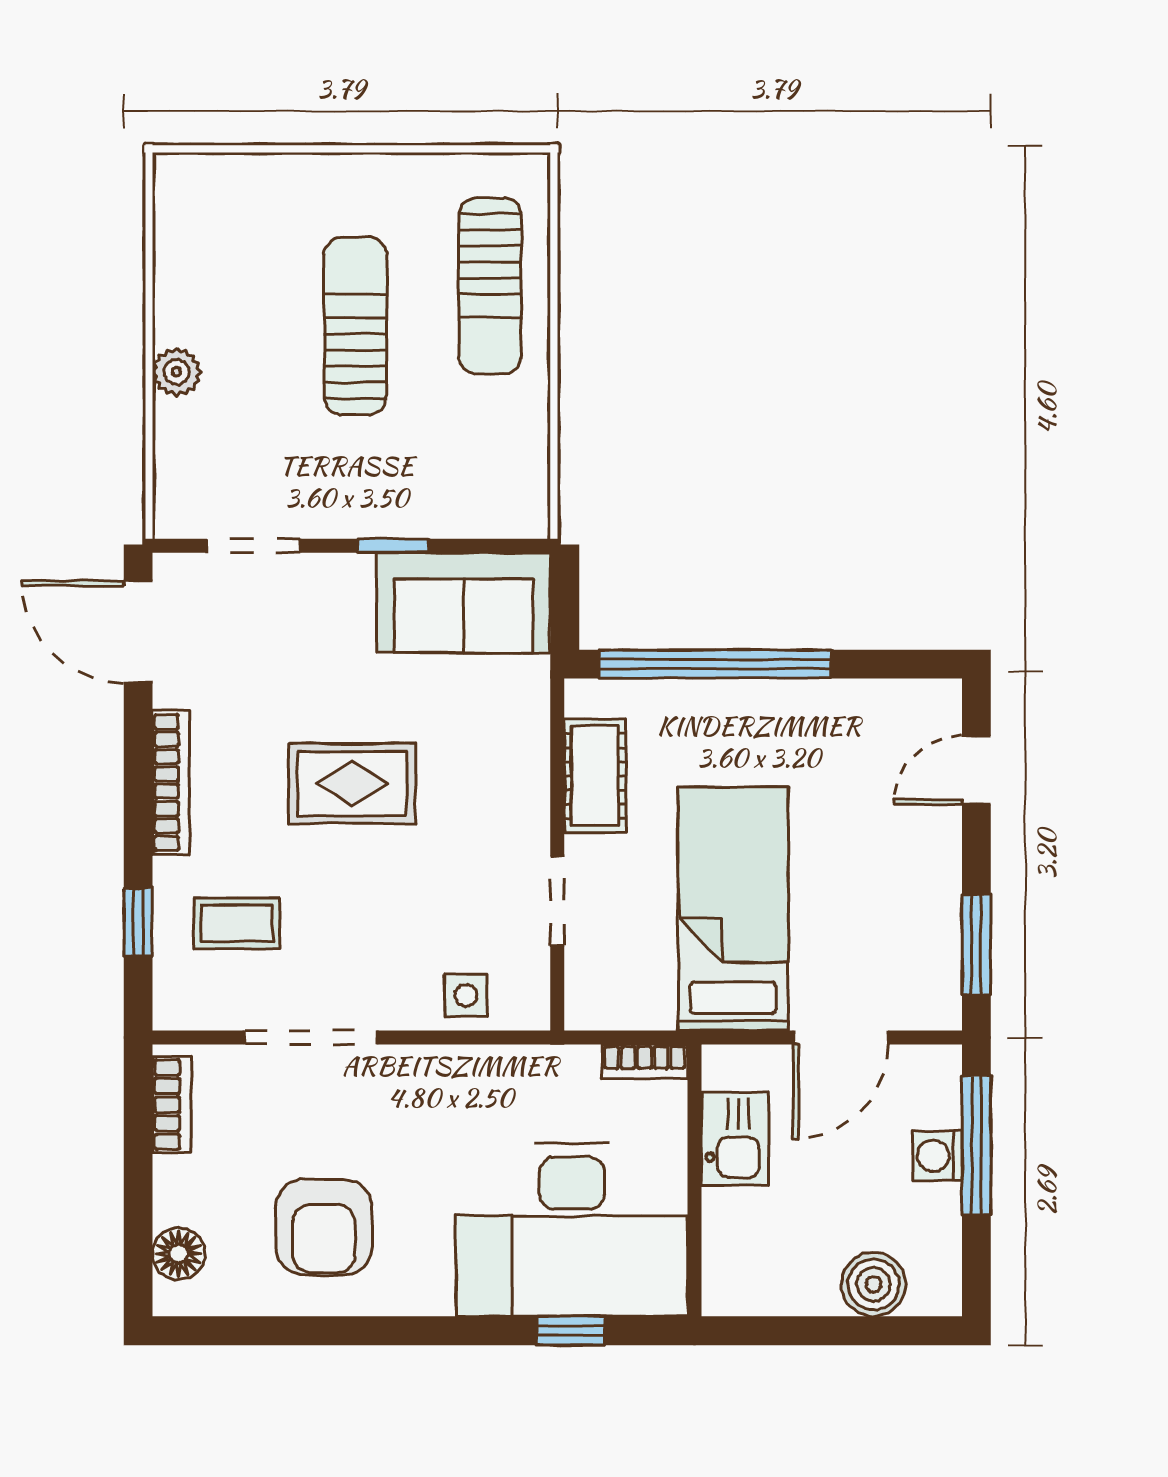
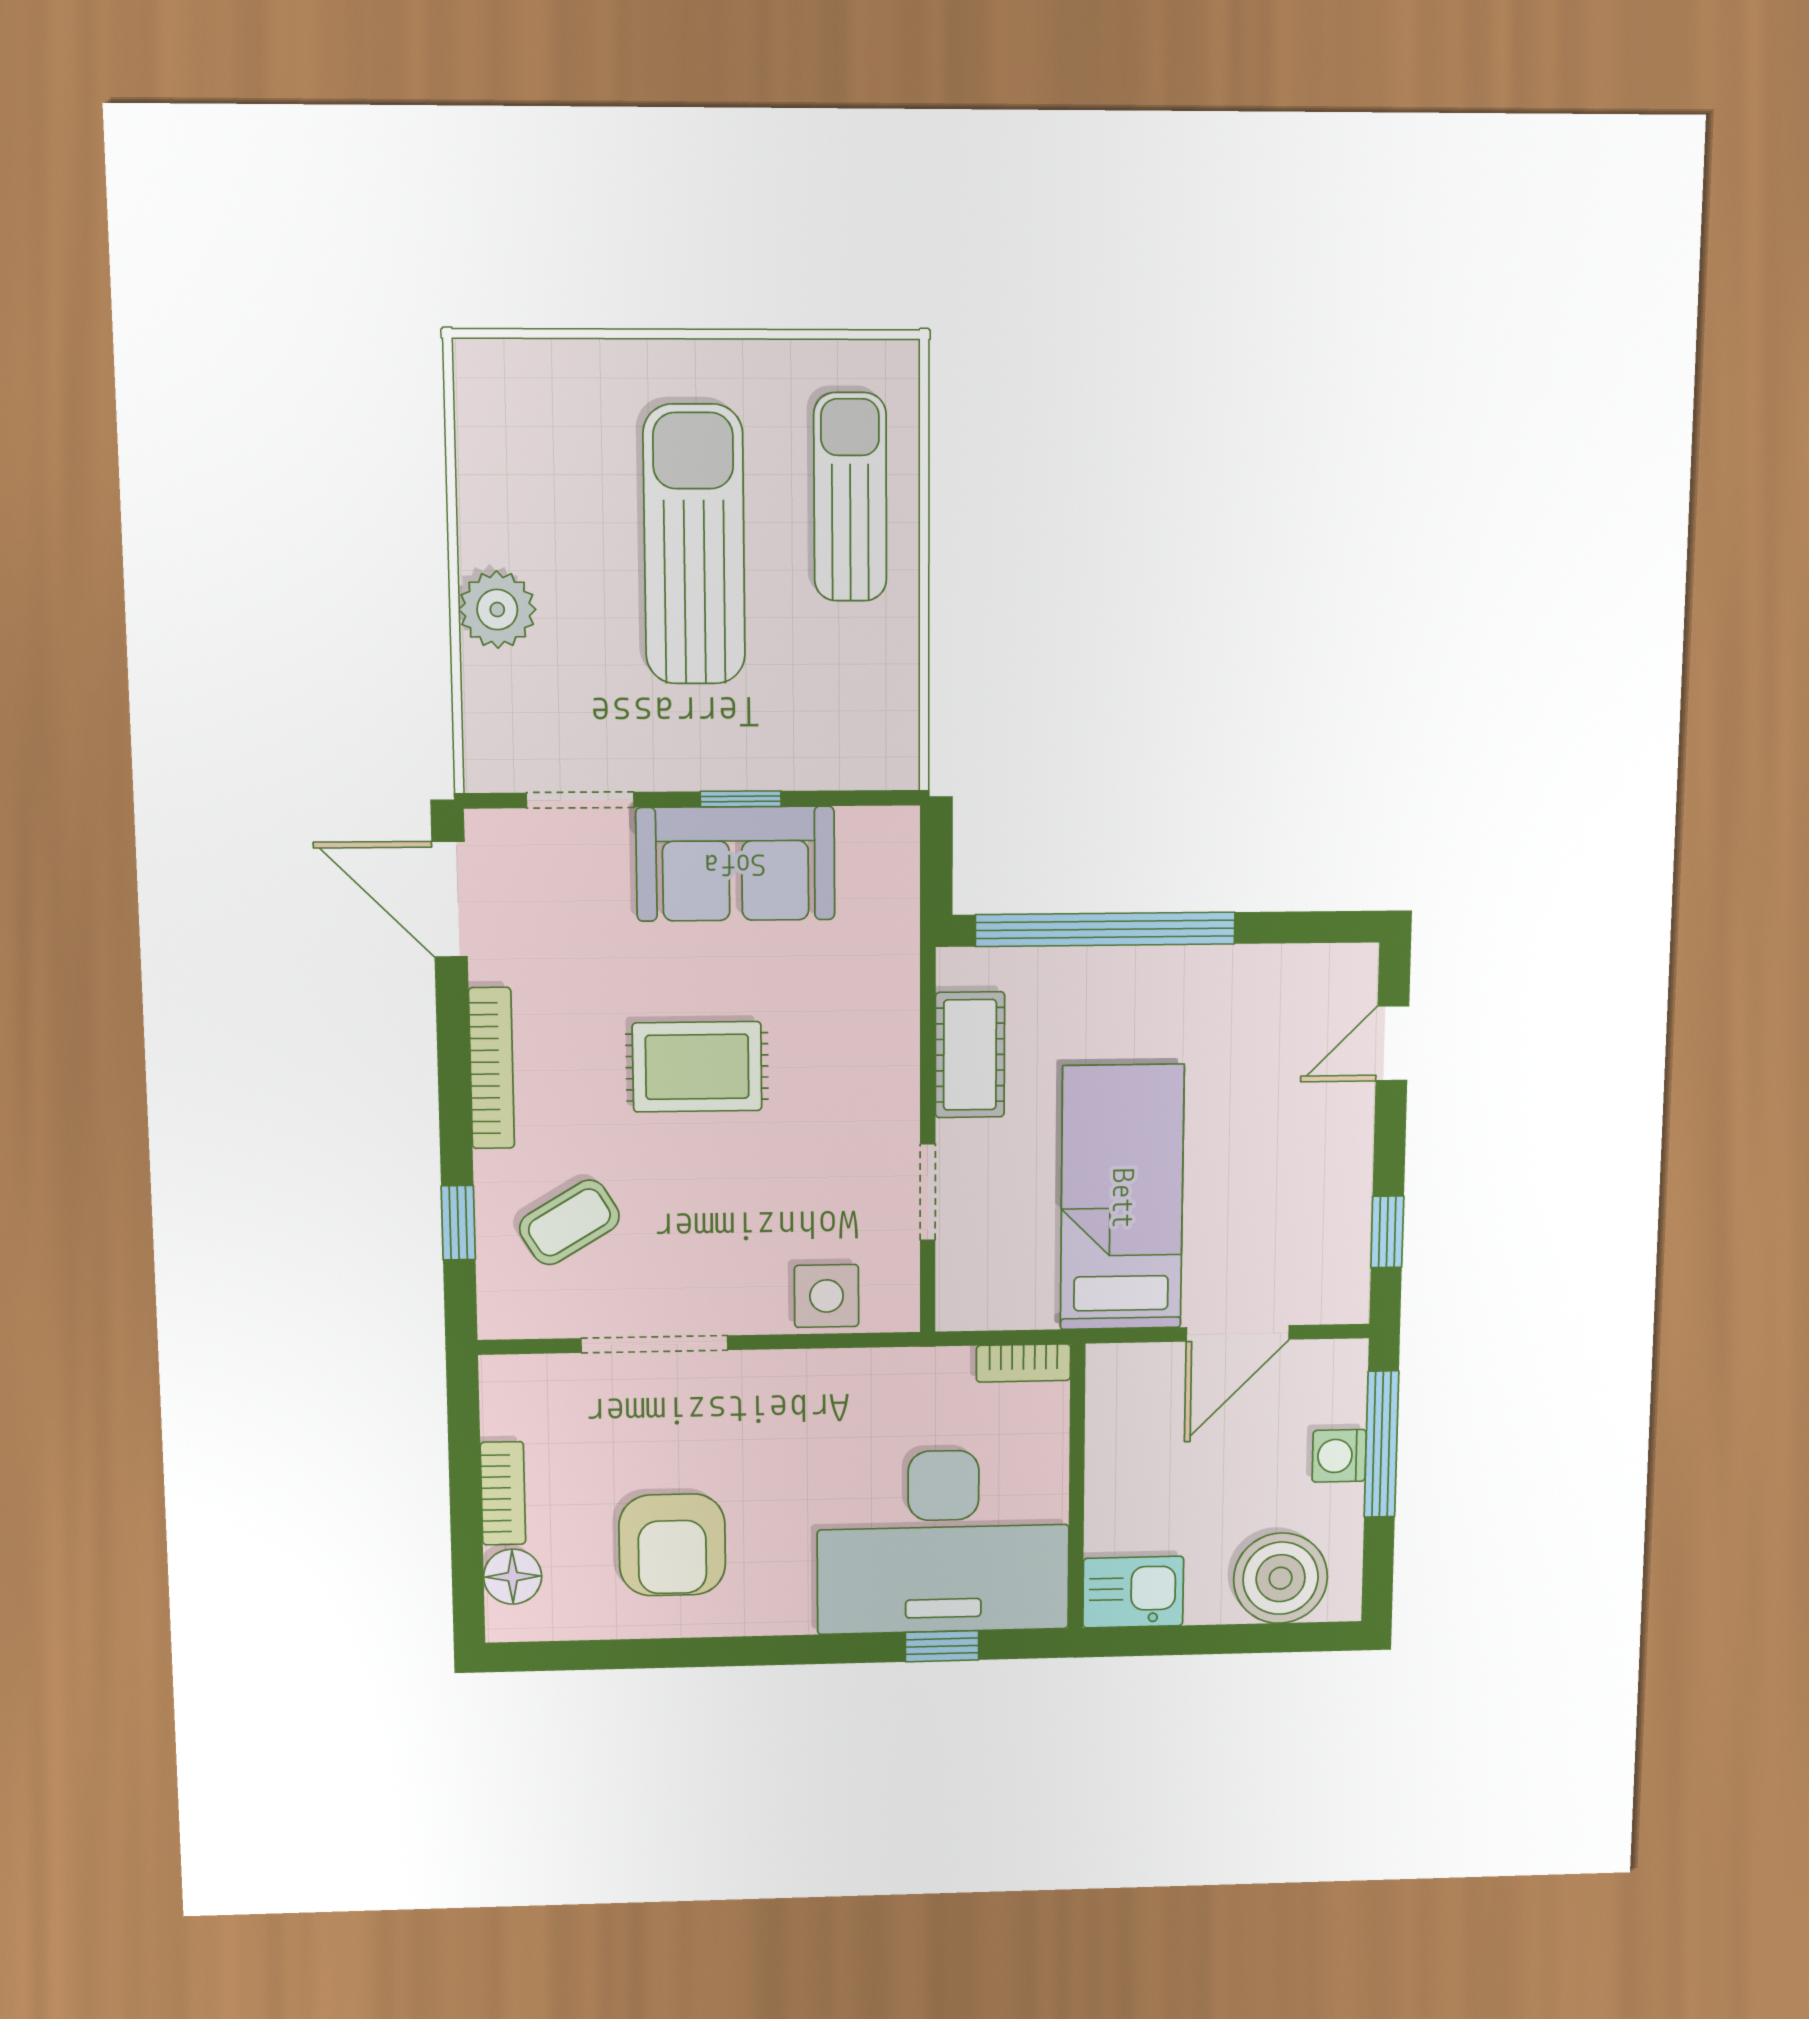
sun lounger: (490, 286) -> (850, 497), turned 180
sun lounger: (355, 326) -> (694, 545), width x1.36, depth x1.34
plant: (177, 372) -> (497, 610), width x1.38, depth x1.38
sofa: (464, 603) -> (736, 864), moved
coffee table: (237, 923) -> (569, 1222), turned -31
window: (976, 944) -> (1387, 1232), width x0.67
side table: (466, 995) -> (827, 1296), width x1.37, depth x1.37
bookcase: (172, 1105) -> (503, 1493), moved
kitchen sink: (735, 1139) -> (1133, 1592), moved, turned -90
boiler: (873, 1284) -> (1281, 1578), width x1.37, depth x1.37

